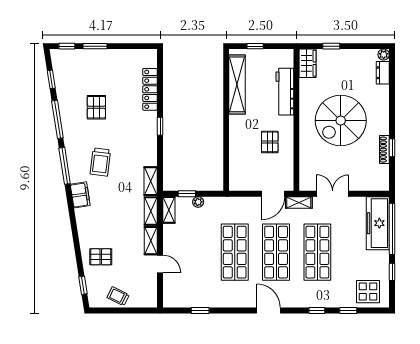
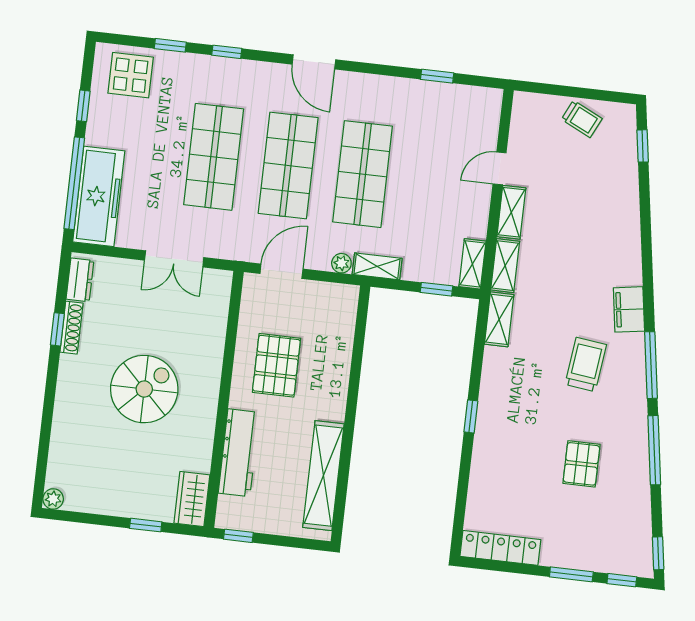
window: (255, 46) -> (238, 536), moved
dresser: (383, 73) -> (80, 280), moved
window: (51, 79) -> (658, 553), moved
locker: (150, 89) -> (500, 548), moved, turned -90
spiral stairs: (341, 121) -> (144, 389), width x0.73, depth x0.73
pallet: (270, 142) -> (276, 365), width x1.50, depth x1.42
plant: (198, 202) -> (341, 263), moved
shelving: (299, 203) -> (377, 266), moved
pallet: (101, 257) -> (605, 194), removed
door: (160, 264) -> (500, 168), hinge flipped

